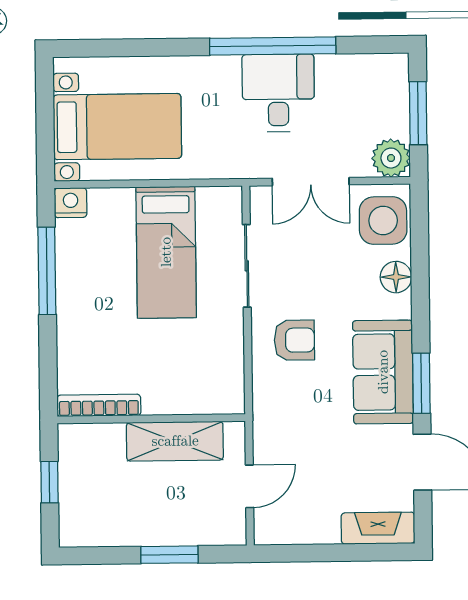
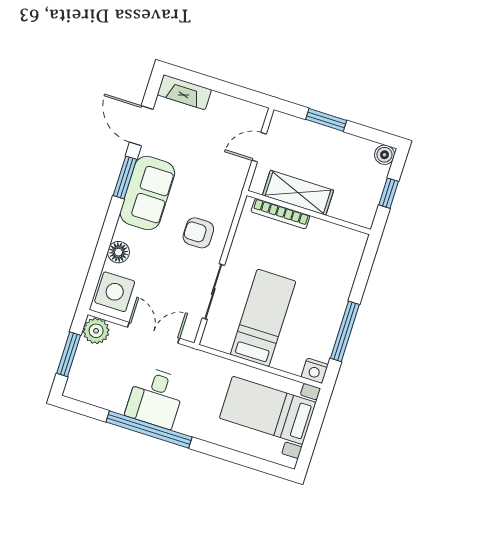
bookcase: (99, 405) -> (280, 214), moved
boiler: (73, 533) -> (385, 155), added

